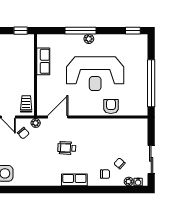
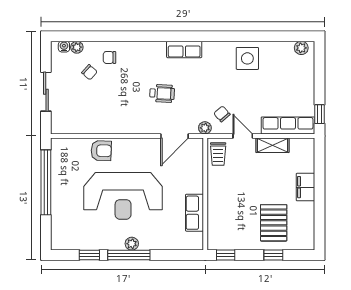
window: (81, 31) -> (129, 255), moved
window: (133, 31) -> (89, 255), moved
reception desk: (95, 74) -> (123, 196), turned 180
armchair: (111, 106) -> (101, 151), turned -88
sliding door: (151, 159) -> (46, 92), moved
row of seats: (74, 180) -> (184, 49), moved

